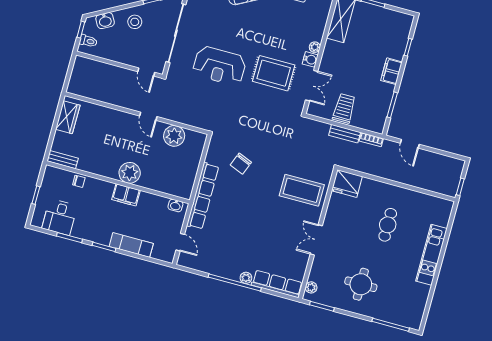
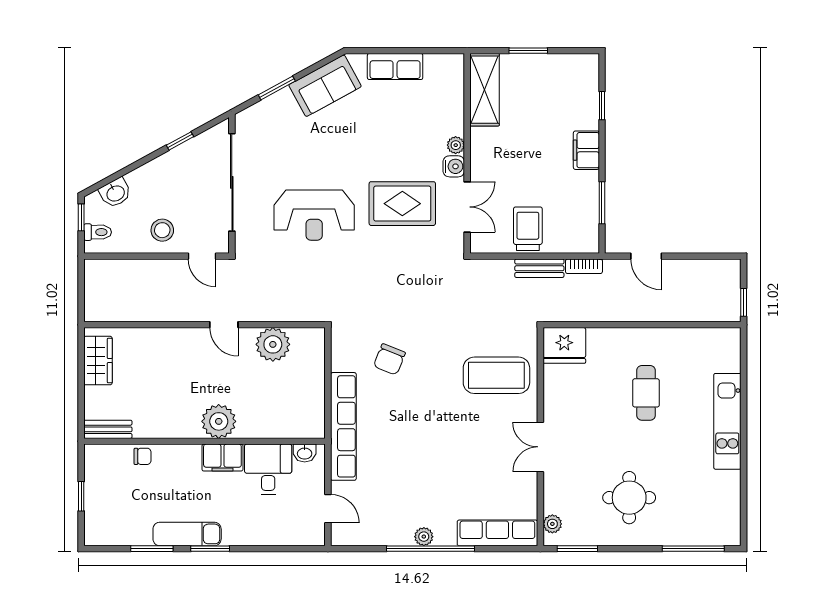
stool: (135, 22) -> (162, 230), moved
desk: (60, 217) -> (268, 469), moved, turned 180
exam couch: (131, 245) -> (187, 534), moved
plant: (246, 278) -> (424, 537), moved

